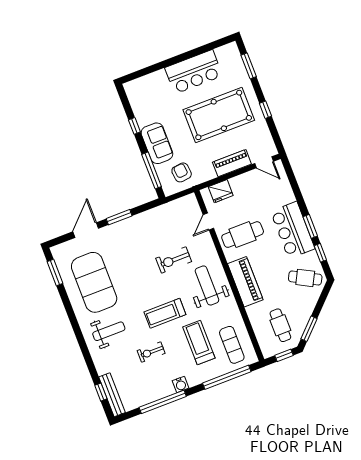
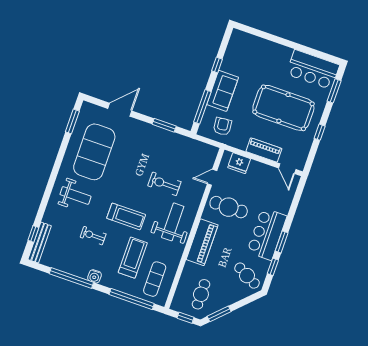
bar counter: (194, 72) -> (313, 70), moved
window: (119, 217) -> (164, 125), moved
treadmill: (165, 313) -> (126, 216), turned 180

